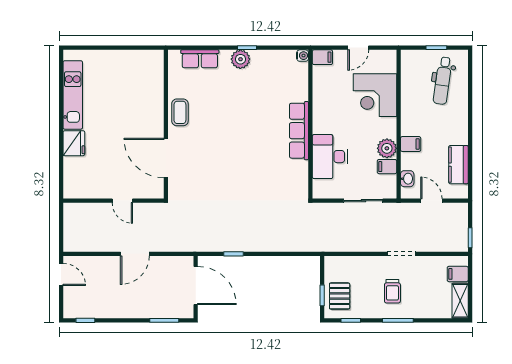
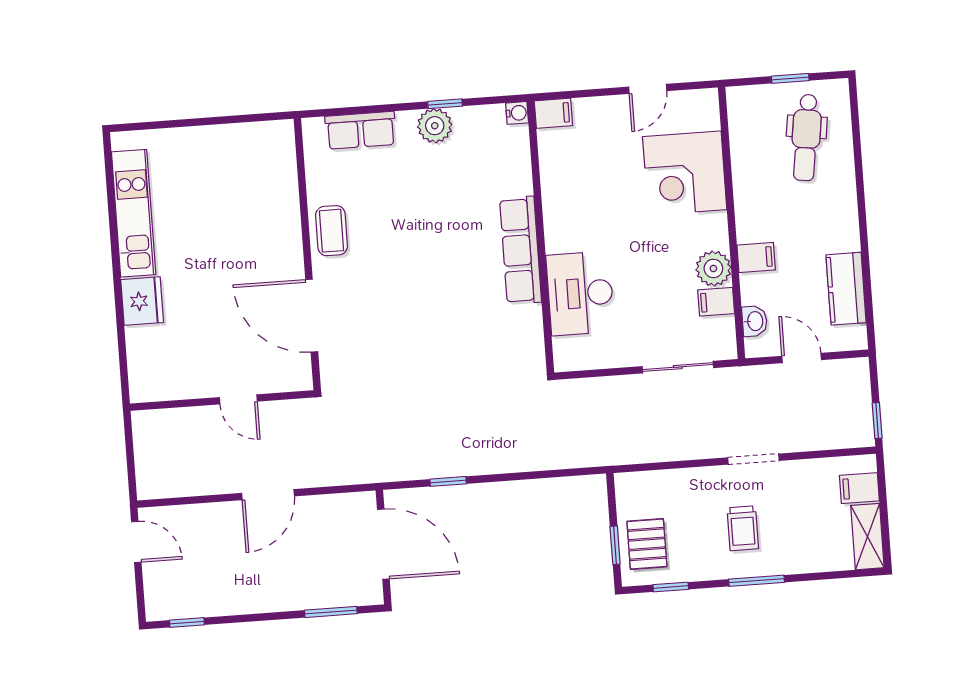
water cooler: (303, 56) -> (517, 113), moved
filing cabinet: (322, 57) -> (553, 113), moved
wall: (310, 124) -> (541, 237), moved
row of seats: (299, 131) -> (521, 250), moved
desk: (330, 157) -> (580, 293), moved

